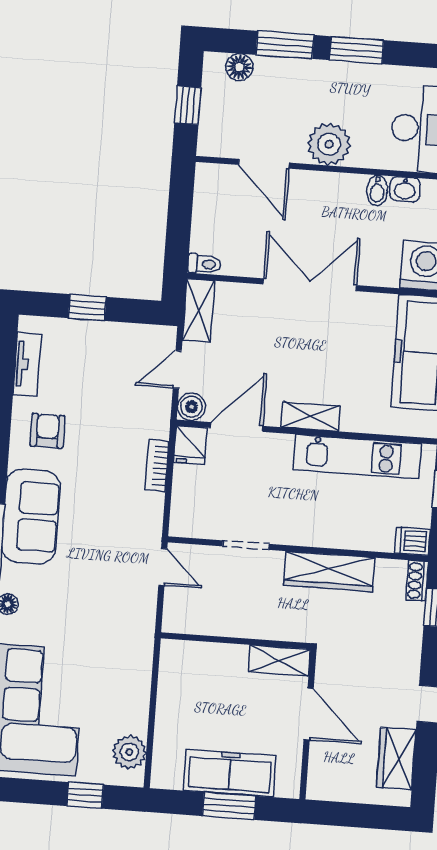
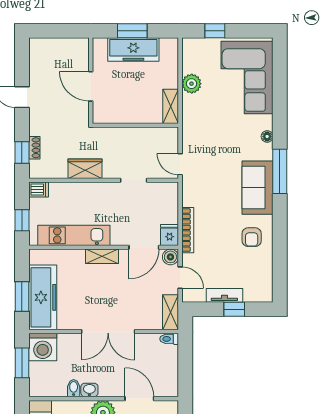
washbasin: (405, 189) -> (89, 390), moved
tv unit: (27, 364) -> (224, 295), moved, turned 90
door: (177, 369) -> (180, 278), hinge flipped
bookcase: (157, 466) -> (188, 230), width x1.56
wardrobe: (329, 571) -> (85, 169), width x0.67
shoe rack: (417, 581) -> (34, 148), moved
shelving: (279, 661) -> (171, 106), moved, turned 90
plant: (129, 752) -> (192, 84), moved
wardrobe: (396, 758) -> (39, 65), removed

